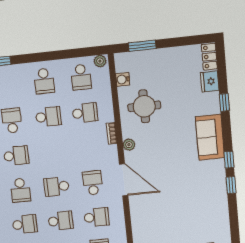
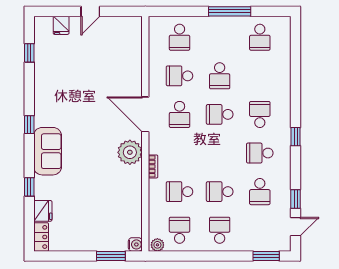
water cooler: (123, 79) -> (135, 244), moved
round table: (144, 106) -> (115, 192), removed
plant: (129, 145) -> (130, 152), width x1.88, depth x1.88
window: (231, 185) -> (29, 53), moved
school desk: (56, 187) -> (220, 114), turned 180
school desk: (61, 221) -> (220, 76), turned -90
school desk: (25, 224) -> (260, 76), removed

